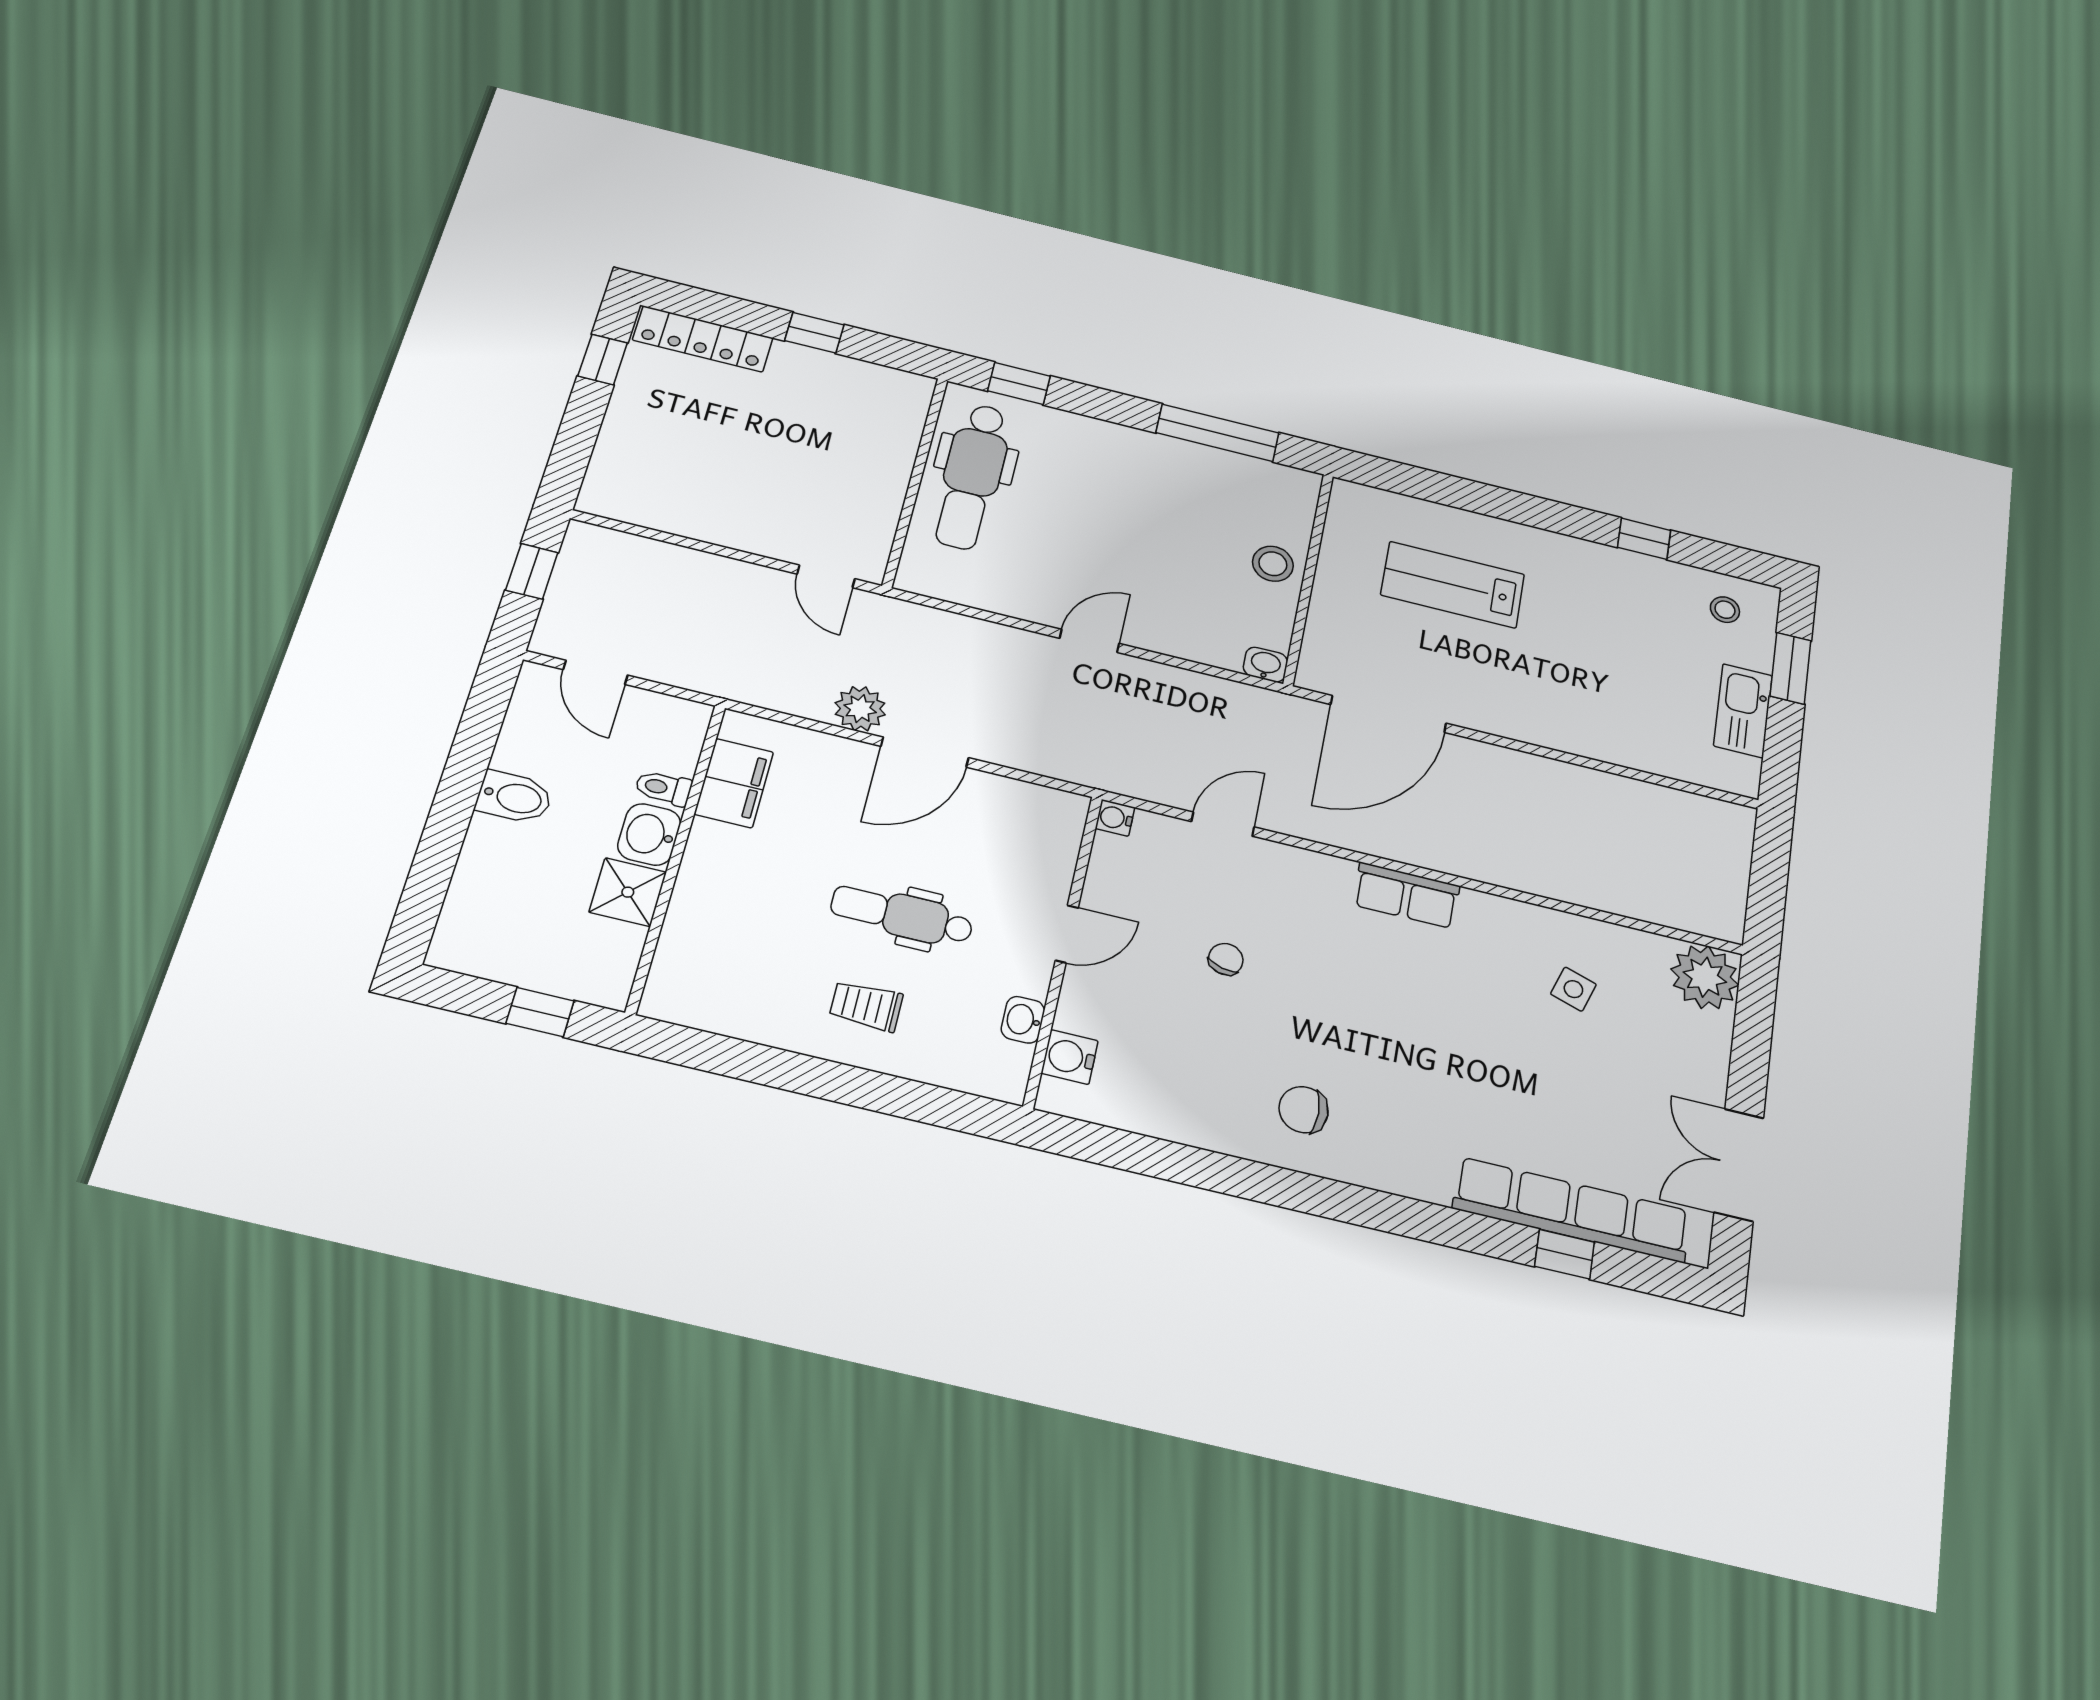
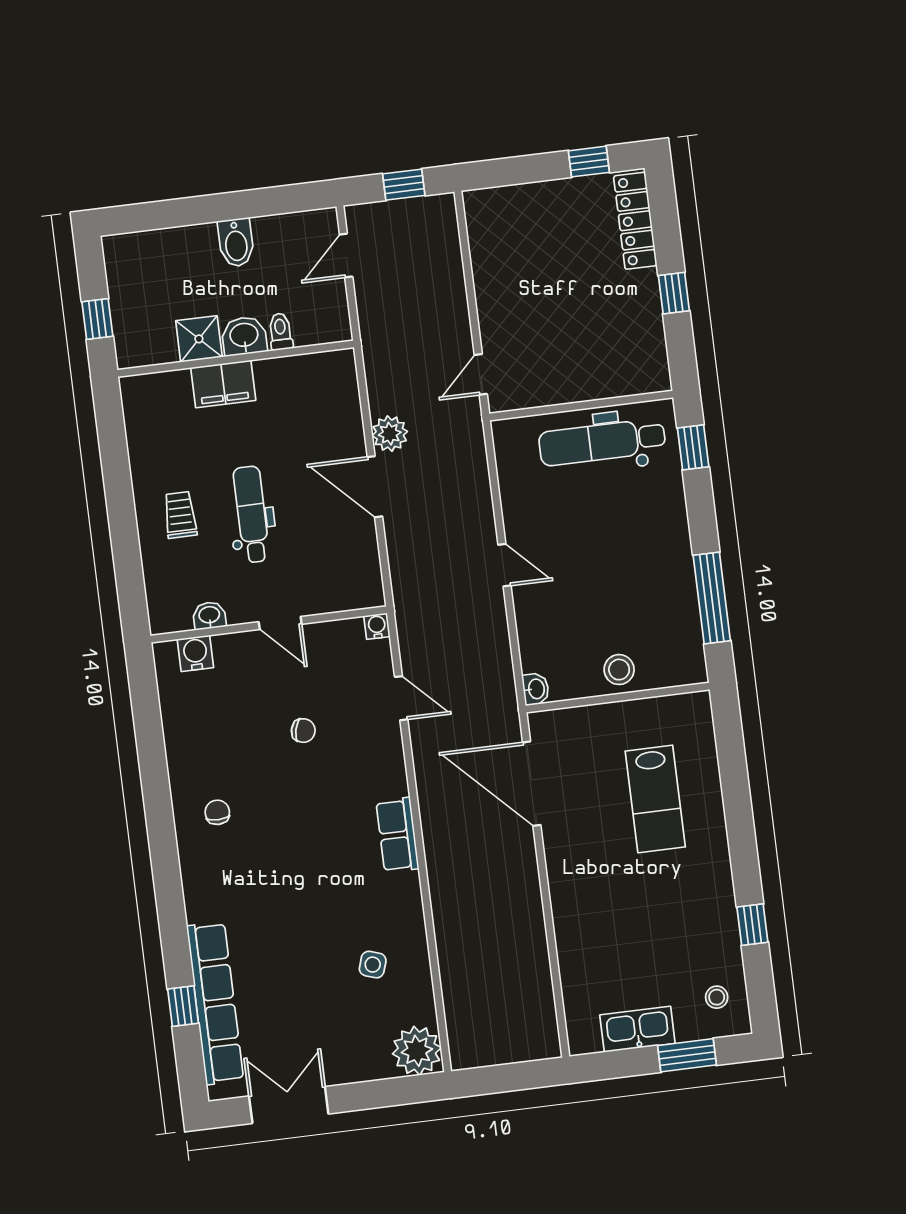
lab bench: (1453, 585) -> (655, 799), turned 180
filing cabinet: (734, 783) -> (223, 384), moved
chair: (1304, 1110) -> (217, 812), width x0.73, depth x0.73

